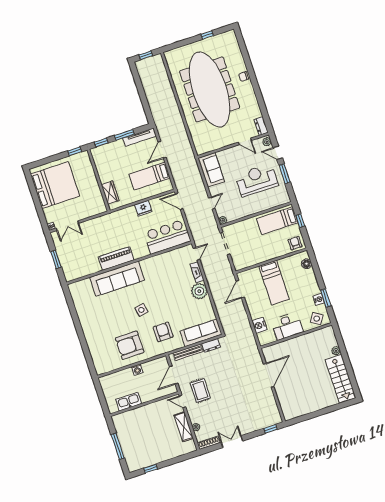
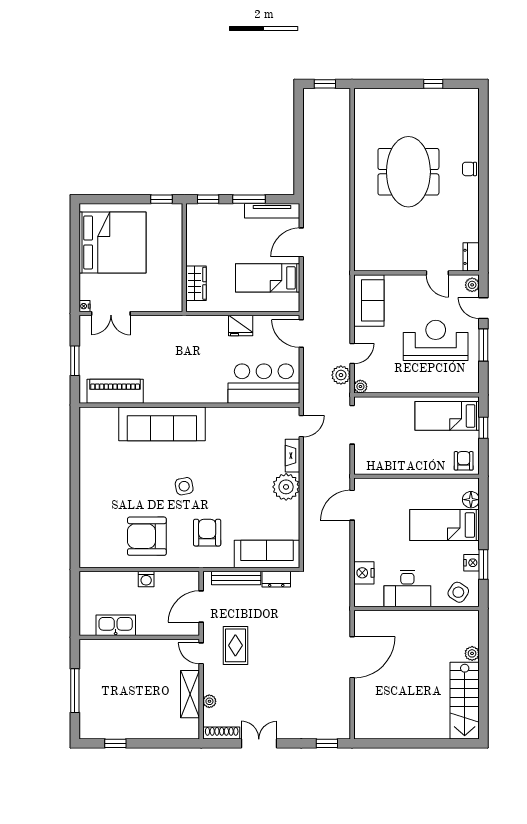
meeting table: (210, 89) -> (408, 172), width x0.54, depth x0.79
plant: (209, 217) -> (341, 375), added
piano: (116, 258) -> (115, 391), moved
bed: (274, 283) -> (445, 525), moved, turned 90

